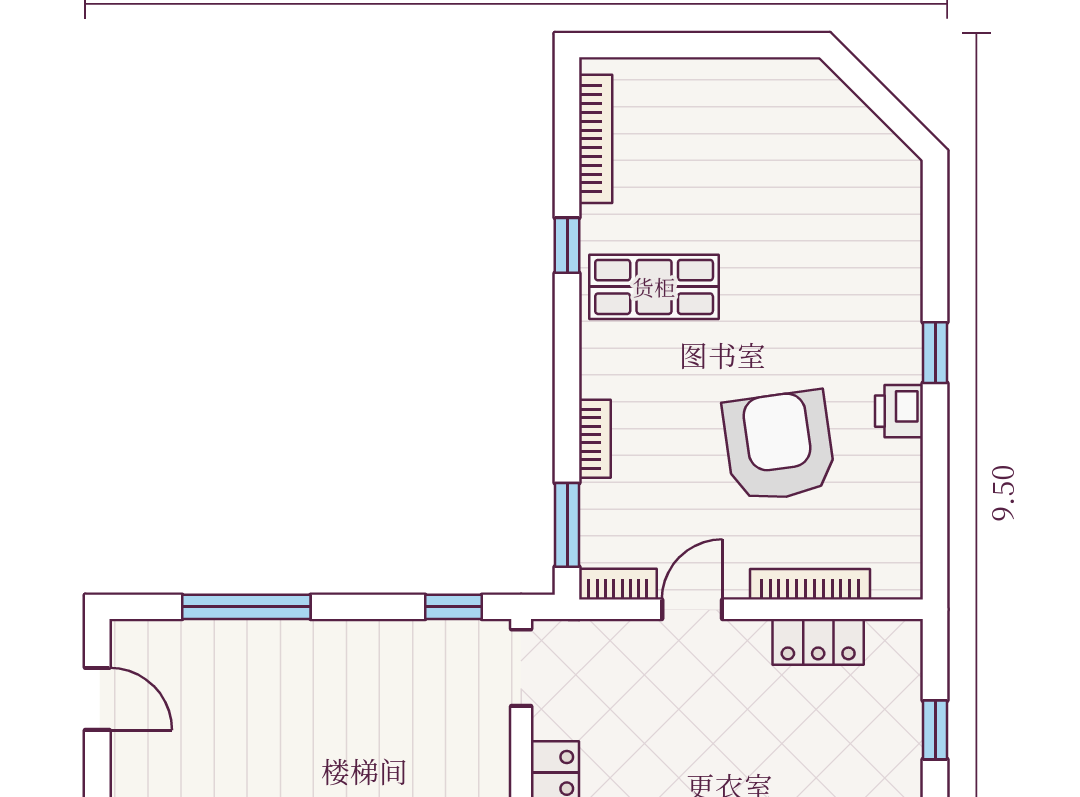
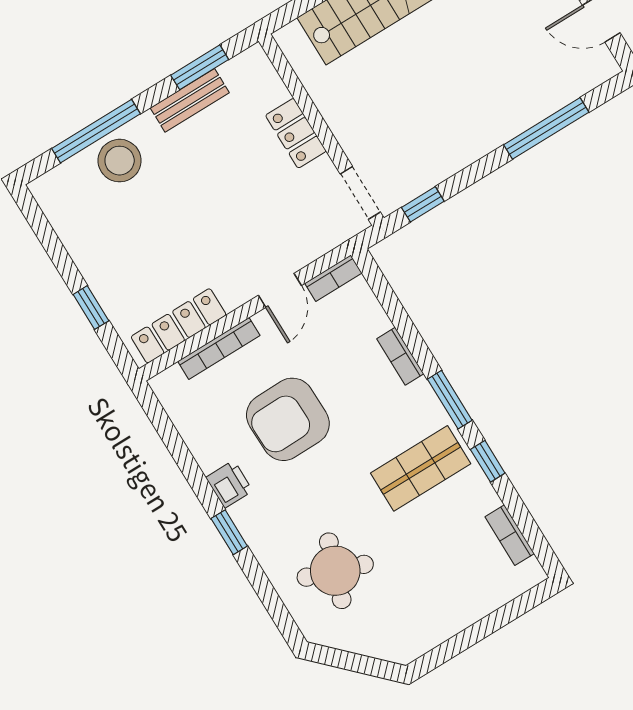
bookcase: (596, 139) -> (510, 535), width x0.64
round table: (835, 226) -> (335, 571), added
armchair: (779, 446) -> (288, 419), turned 97
window: (567, 525) -> (450, 400), moved
locker: (818, 642) -> (179, 326), width x1.53

